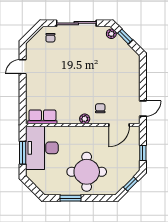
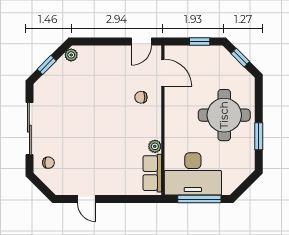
plant: (111, 34) -> (71, 55), moved
door: (143, 109) -> (141, 41), swing flipped
plant: (85, 119) -> (155, 146), moved
window: (23, 153) -> (199, 199), width x1.44

